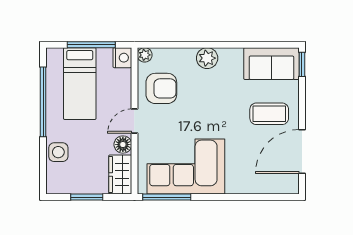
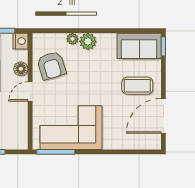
plant: (145, 55) -> (72, 39), moved
armchair: (161, 88) -> (51, 66), turned 73
floor lamp: (123, 145) -> (21, 69), moved
wardrobe: (120, 174) -> (19, 134), removed

